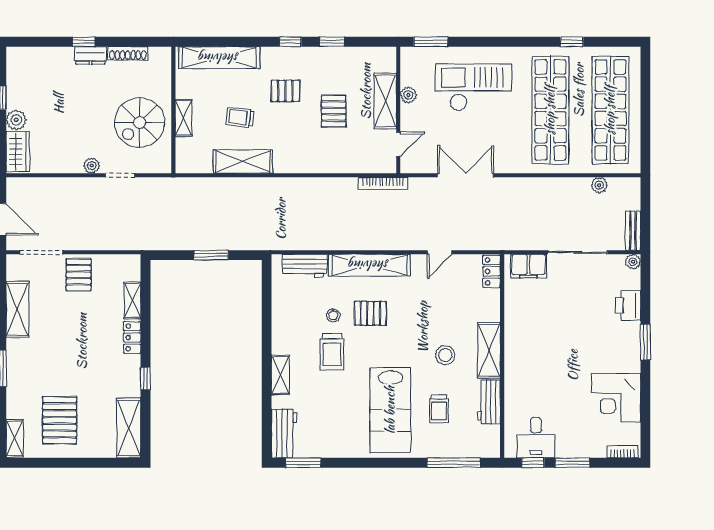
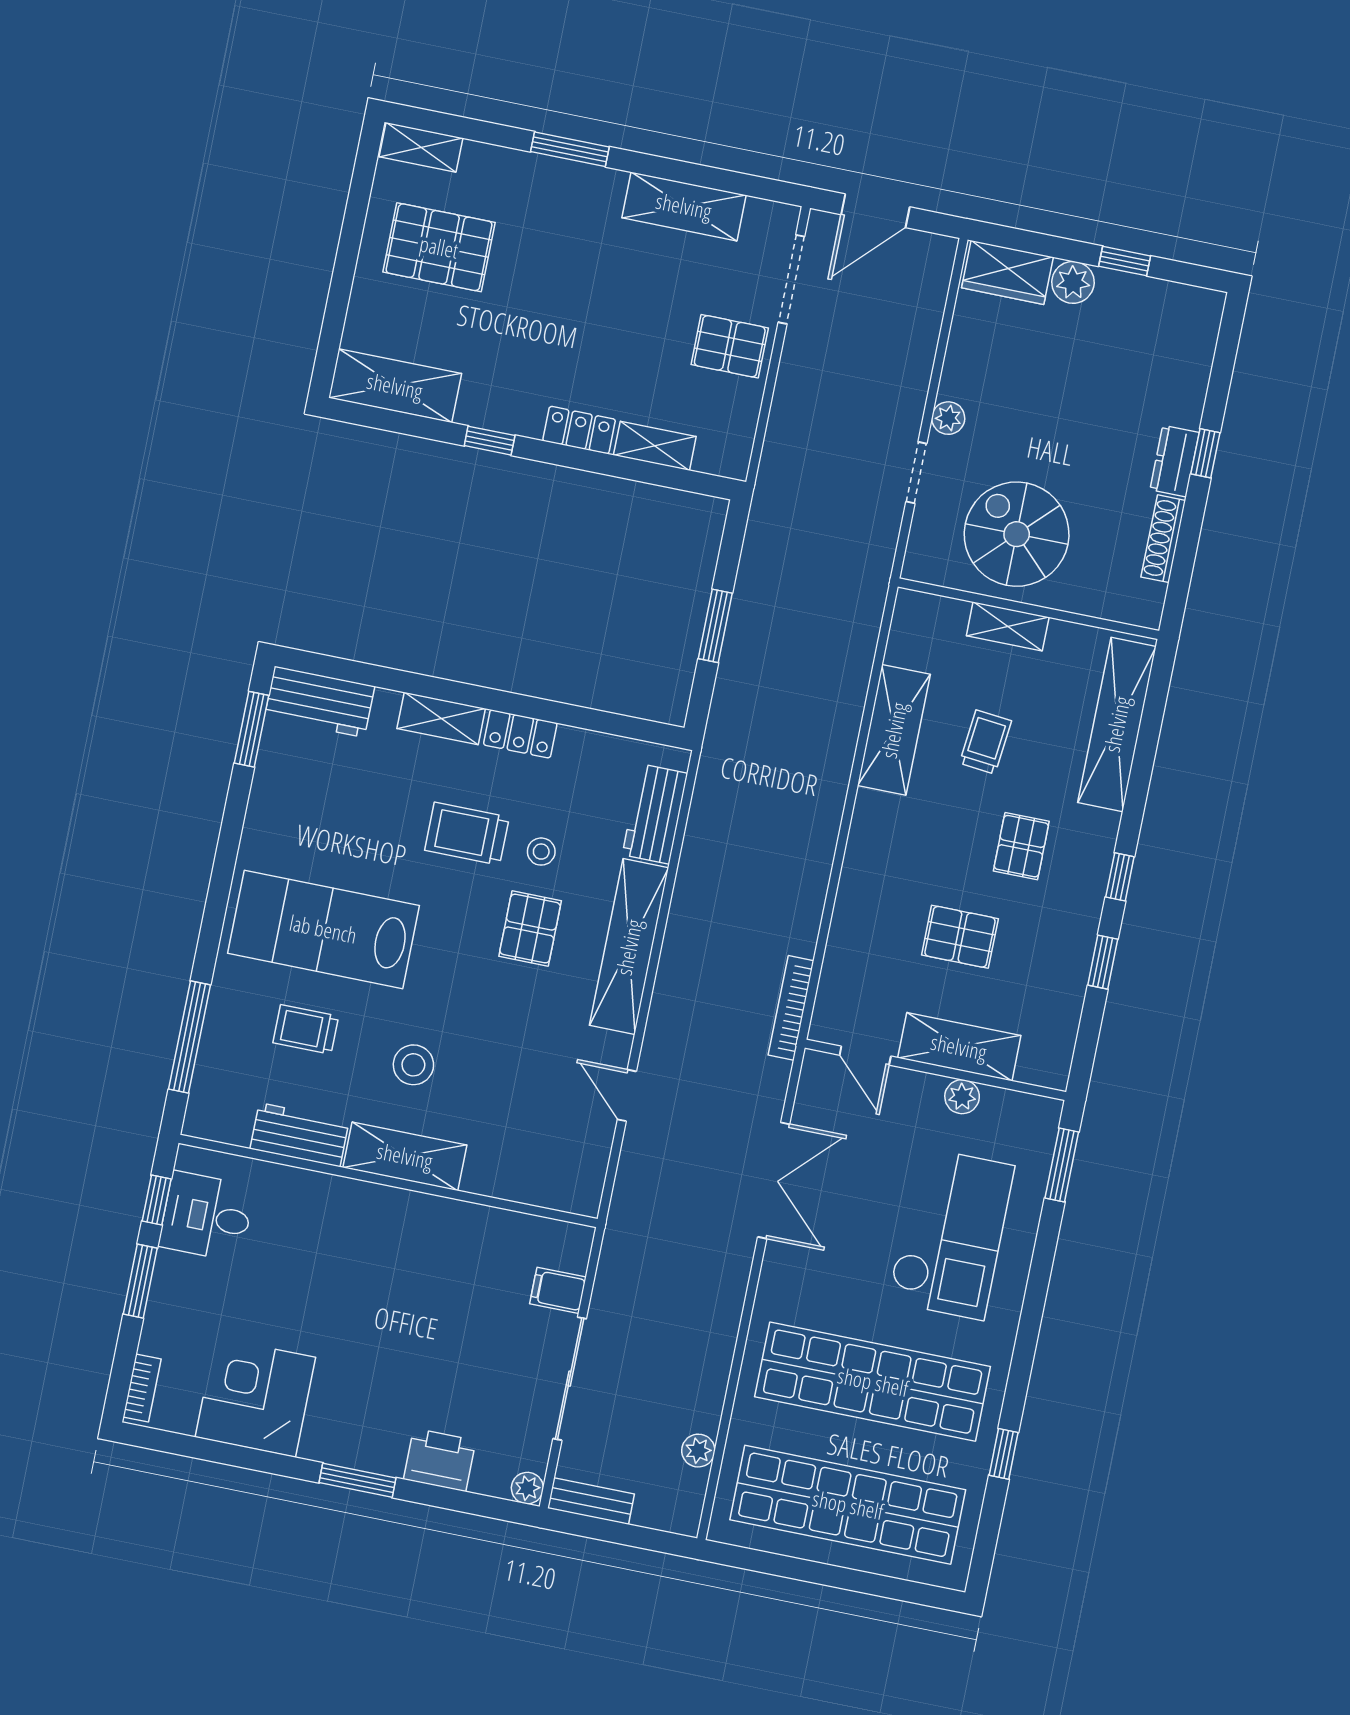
filing cabinet: (528, 266) -> (558, 1290), width x0.50
locker: (492, 271) -> (520, 734), moved, turned 180

